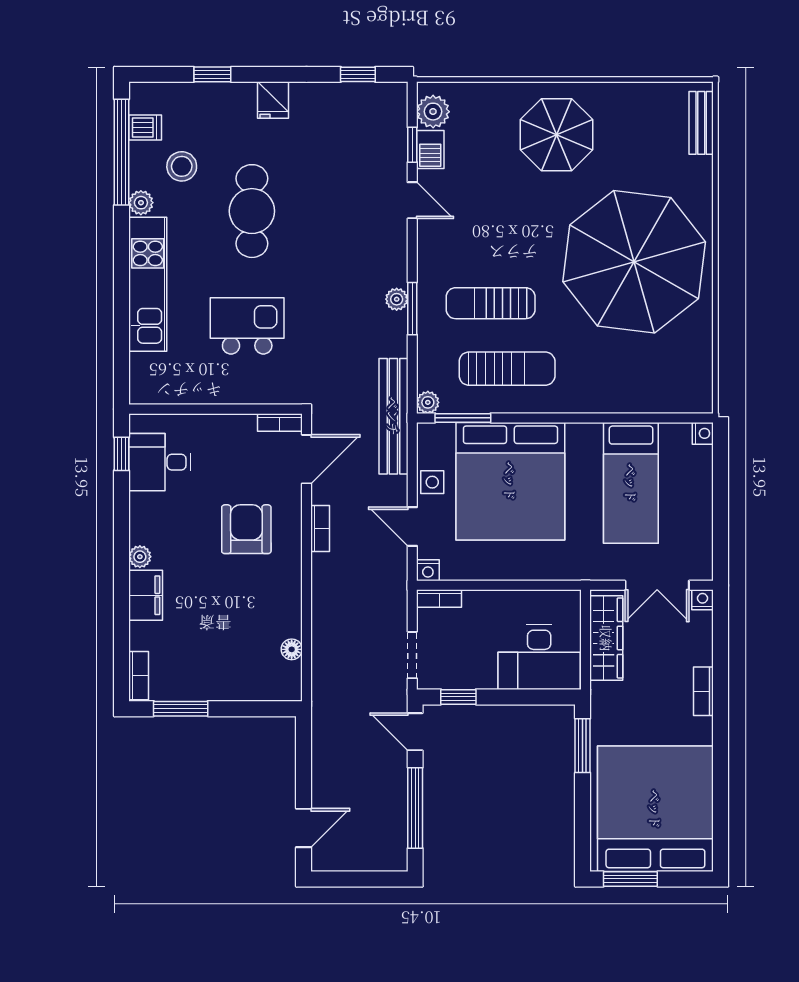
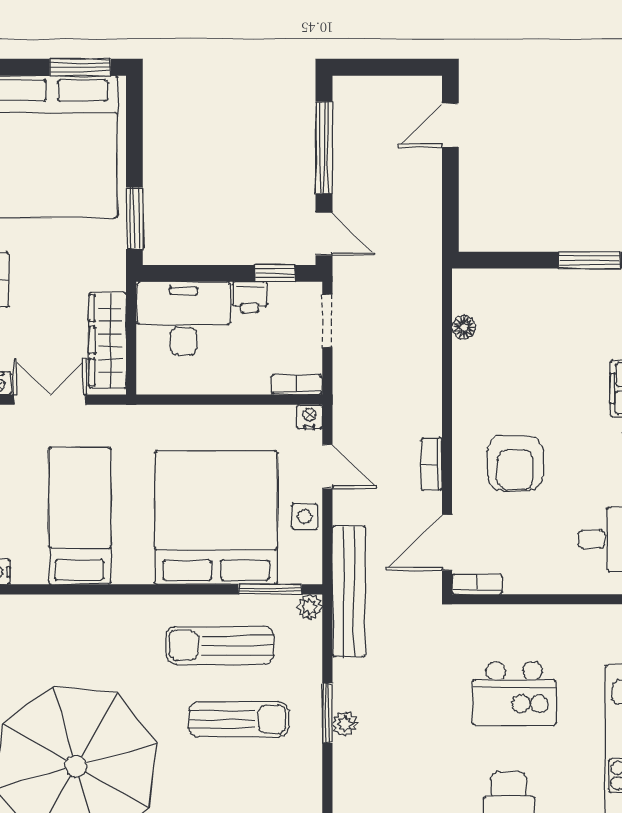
printer: (481, 676) -> (250, 297), added

